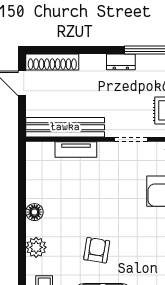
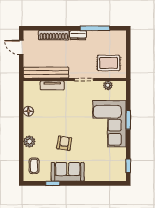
shoe rack: (52, 62) -> (54, 35), moved
floor lamp: (34, 212) -> (28, 111), moved

